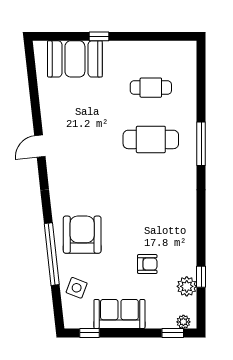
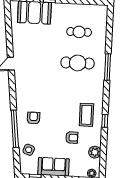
coffee table: (170, 225) -> (86, 115), added
armchair: (82, 235) -> (34, 118), width x0.53, depth x0.53
window: (201, 277) -> (105, 121), moved

